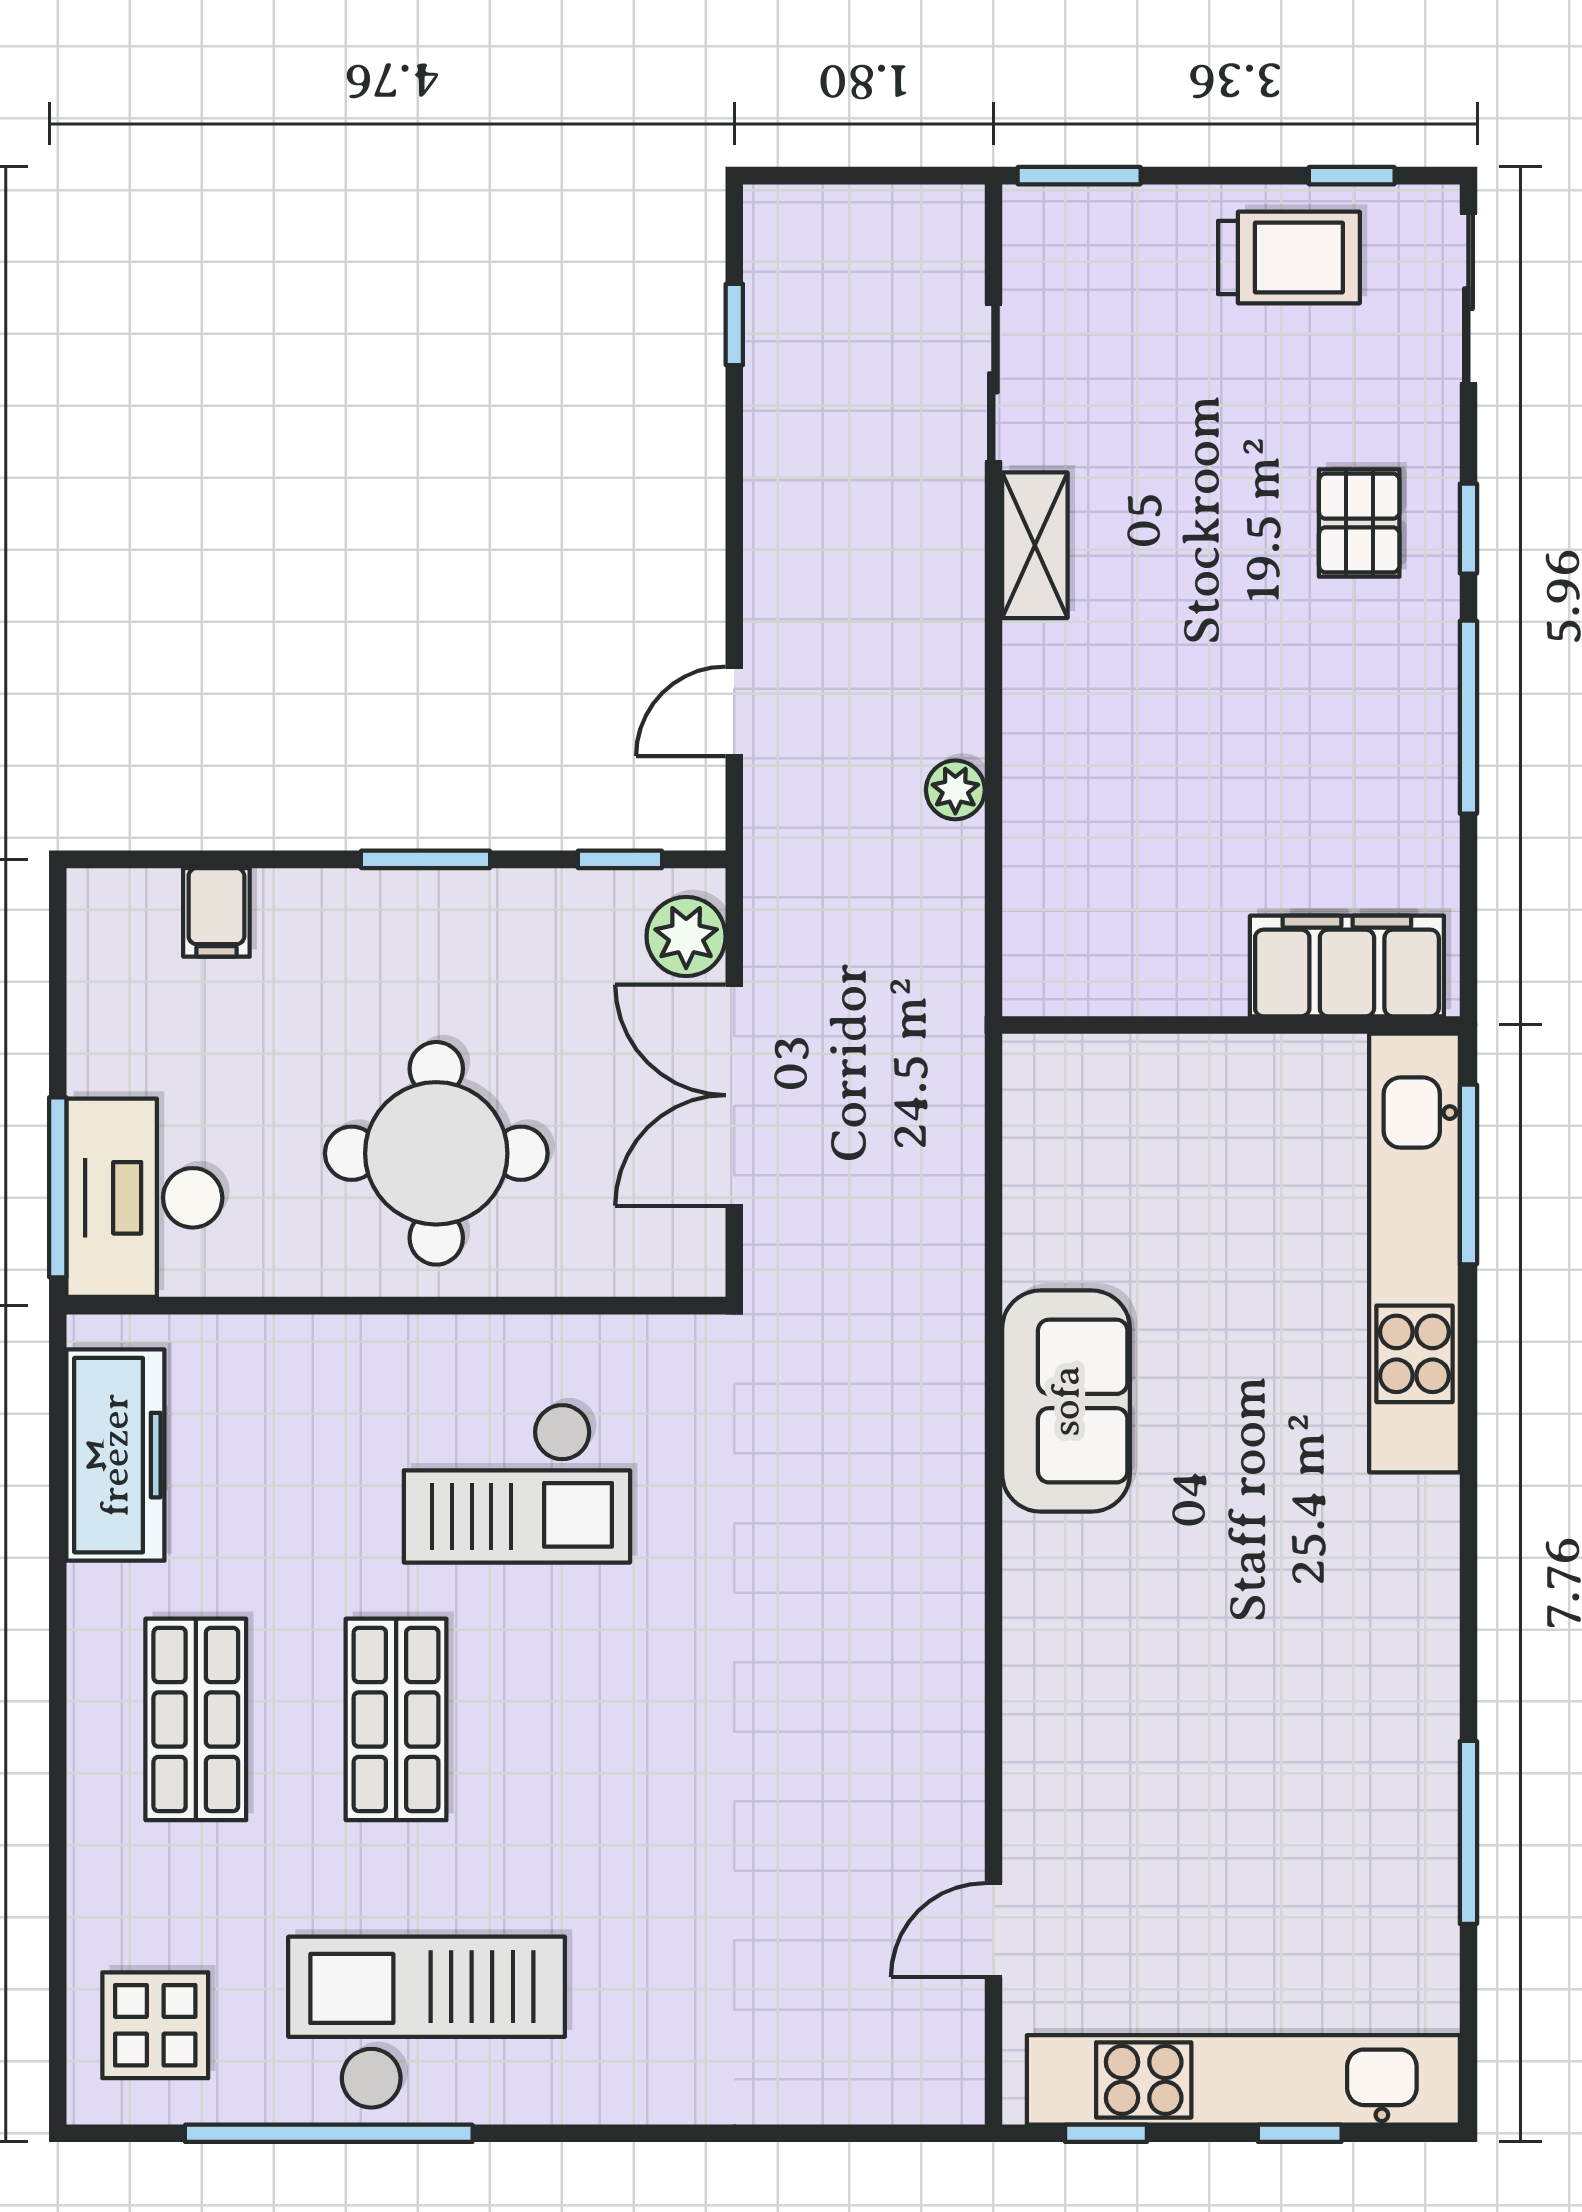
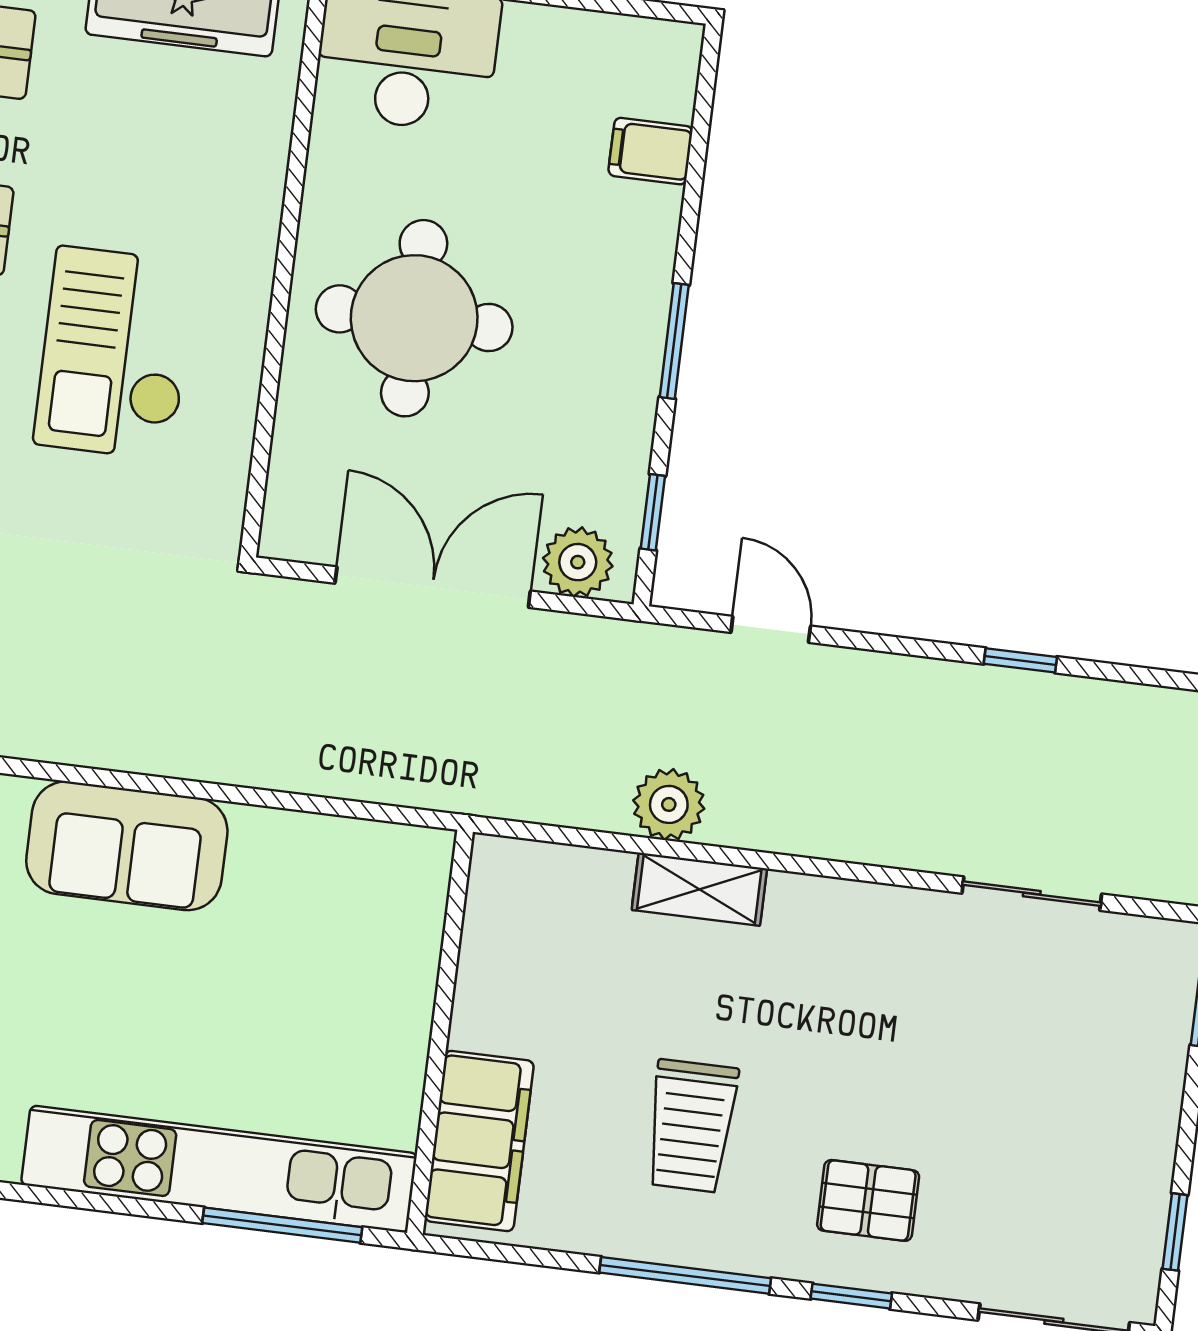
trolley: (1289, 258) -> (691, 1126), moved
window: (734, 324) -> (1020, 660), moved
shelving: (1035, 545) -> (699, 889), moved
plant: (955, 790) -> (669, 804), width x1.38, depth x1.38

